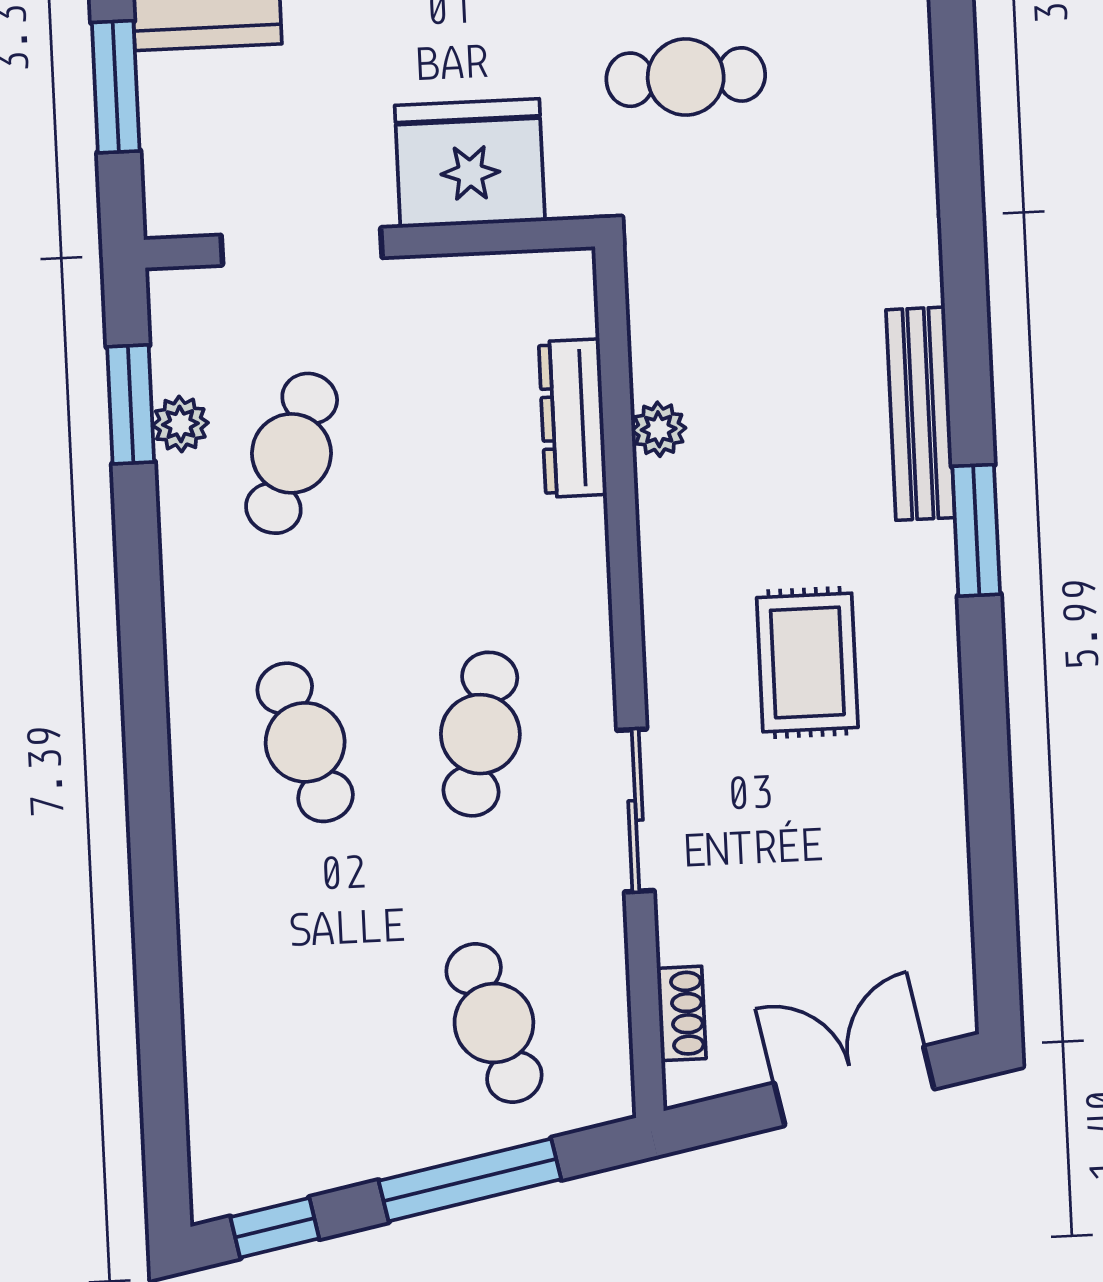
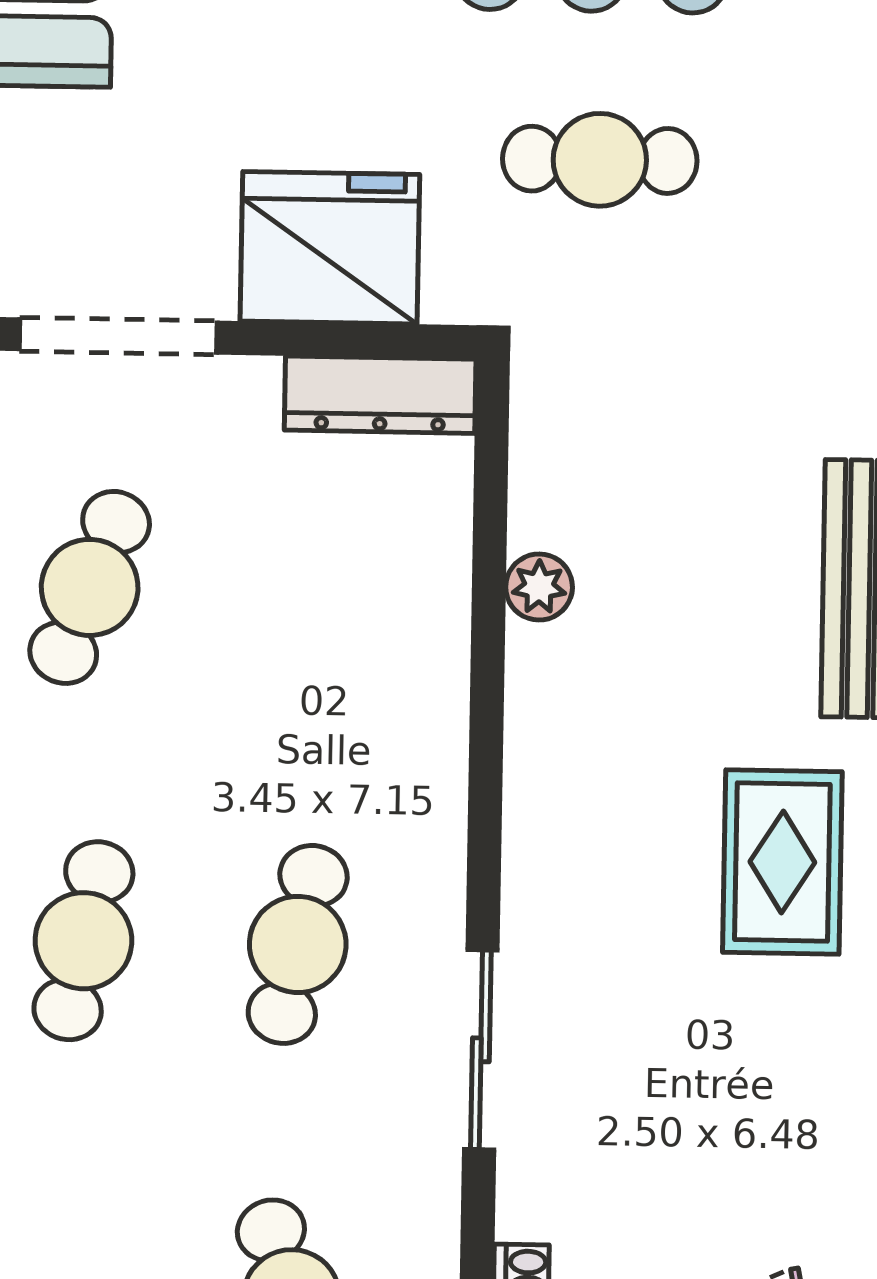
dresser: (573, 418) -> (380, 395), moved, turned -90
rug: (807, 662) -> (782, 862), moved
cafe table: (305, 742) -> (83, 941), turned 30

